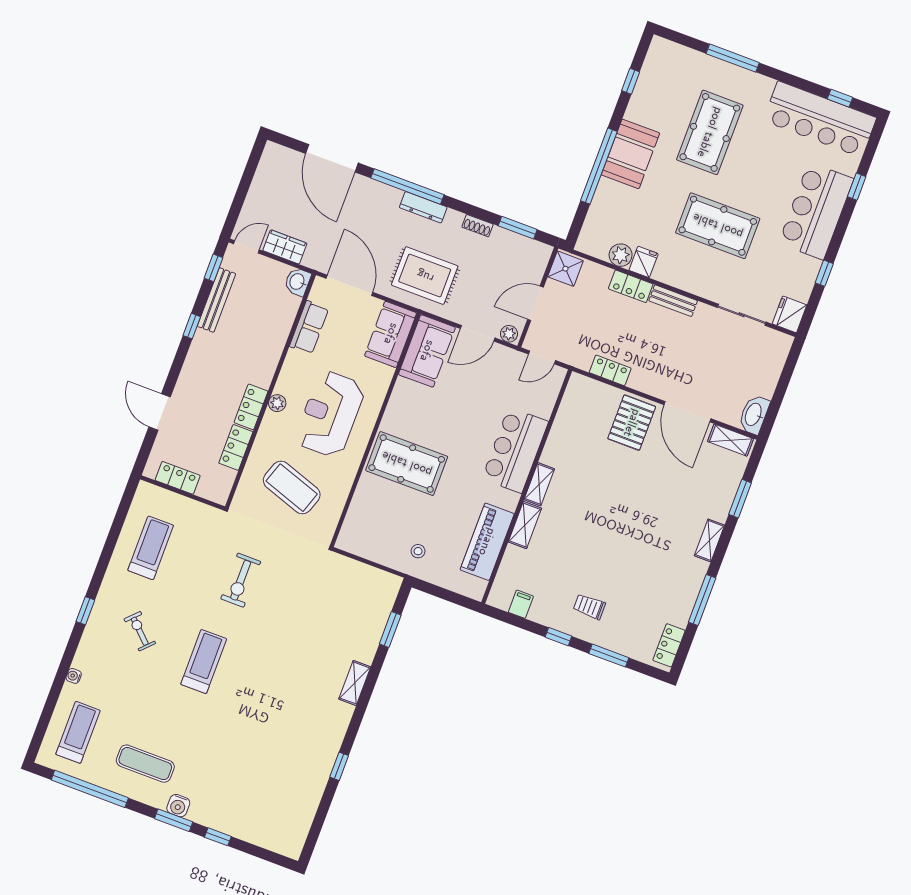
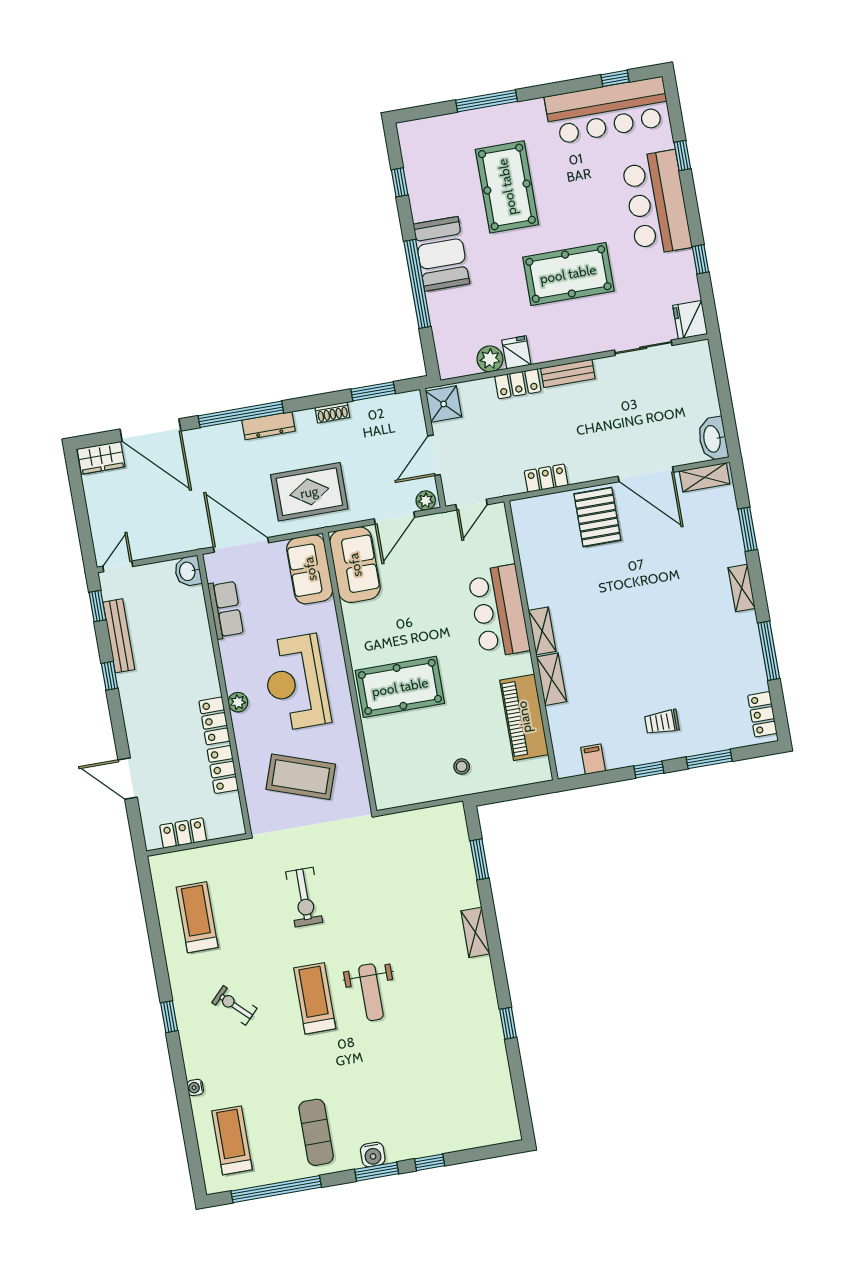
wardrobe: (285, 247) -> (101, 458), moved, turned 180
weight bench: (249, 682) -> (371, 992), added
exercise mat: (145, 764) -> (316, 1132), turned 90

